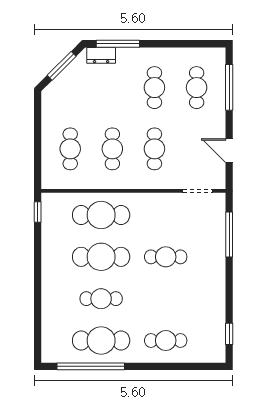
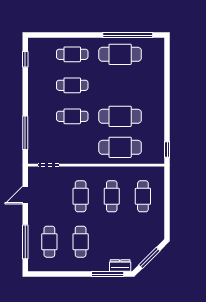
door: (229, 151) -> (25, 195), swing flipped
cafe table: (101, 299) -> (72, 85), moved

